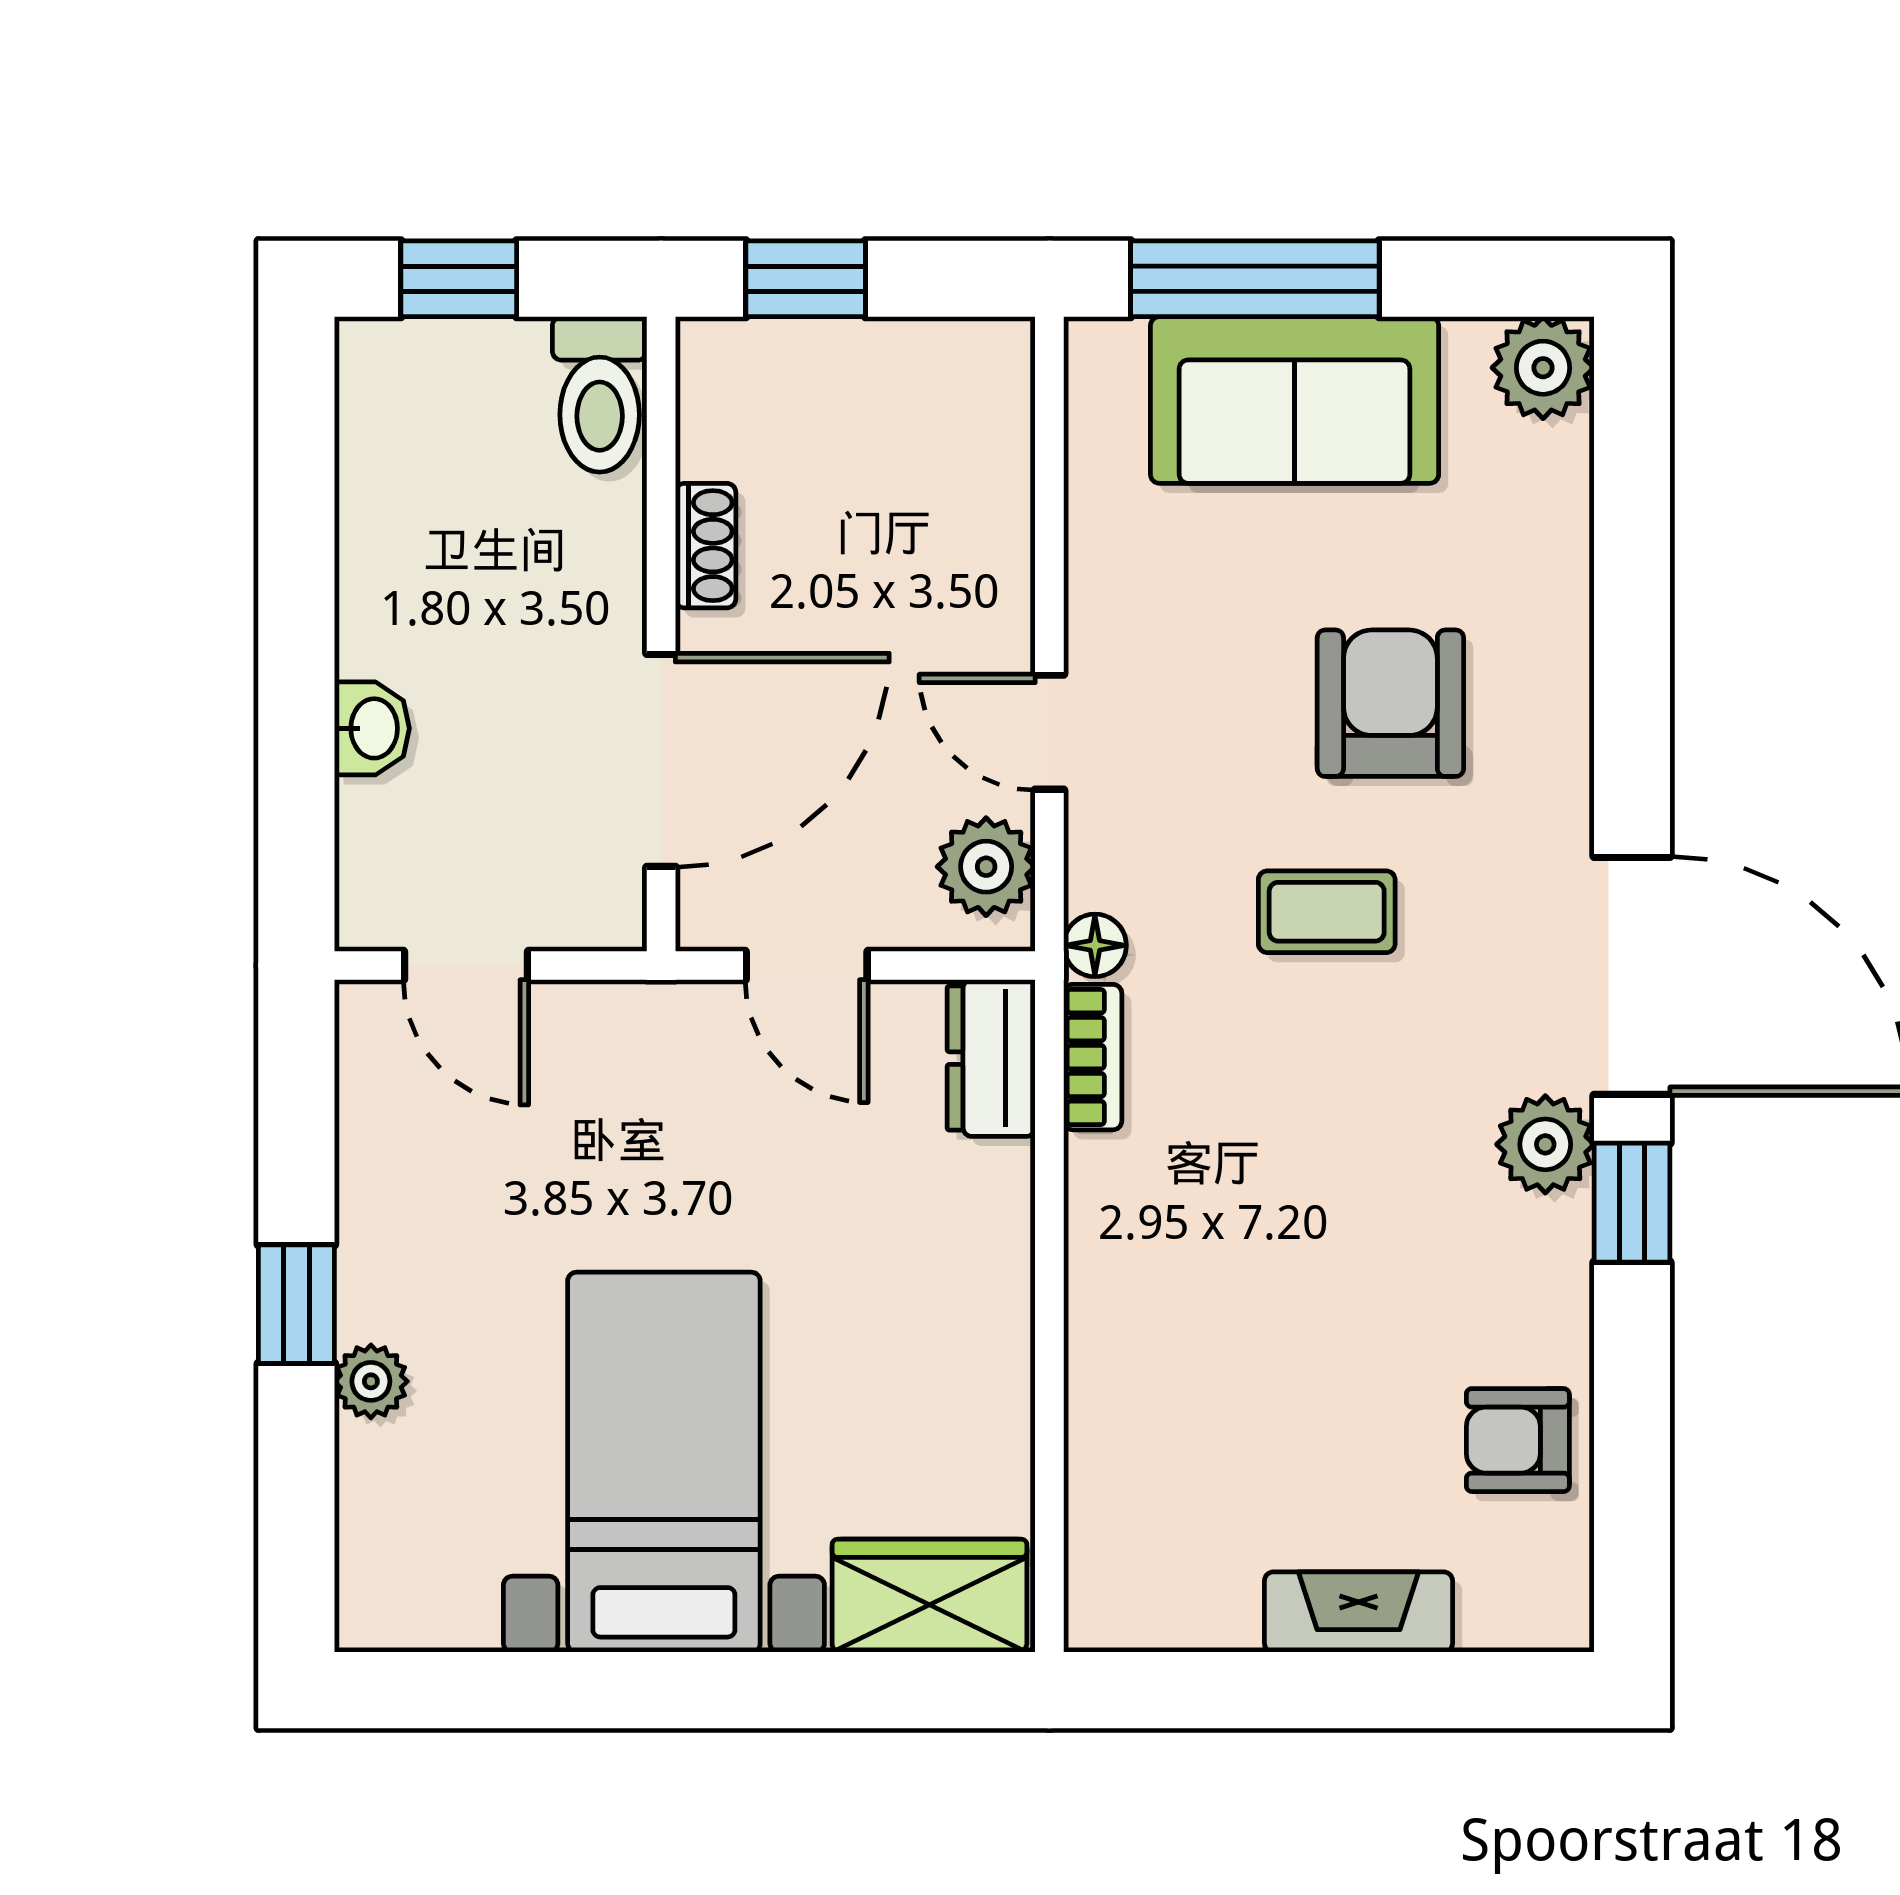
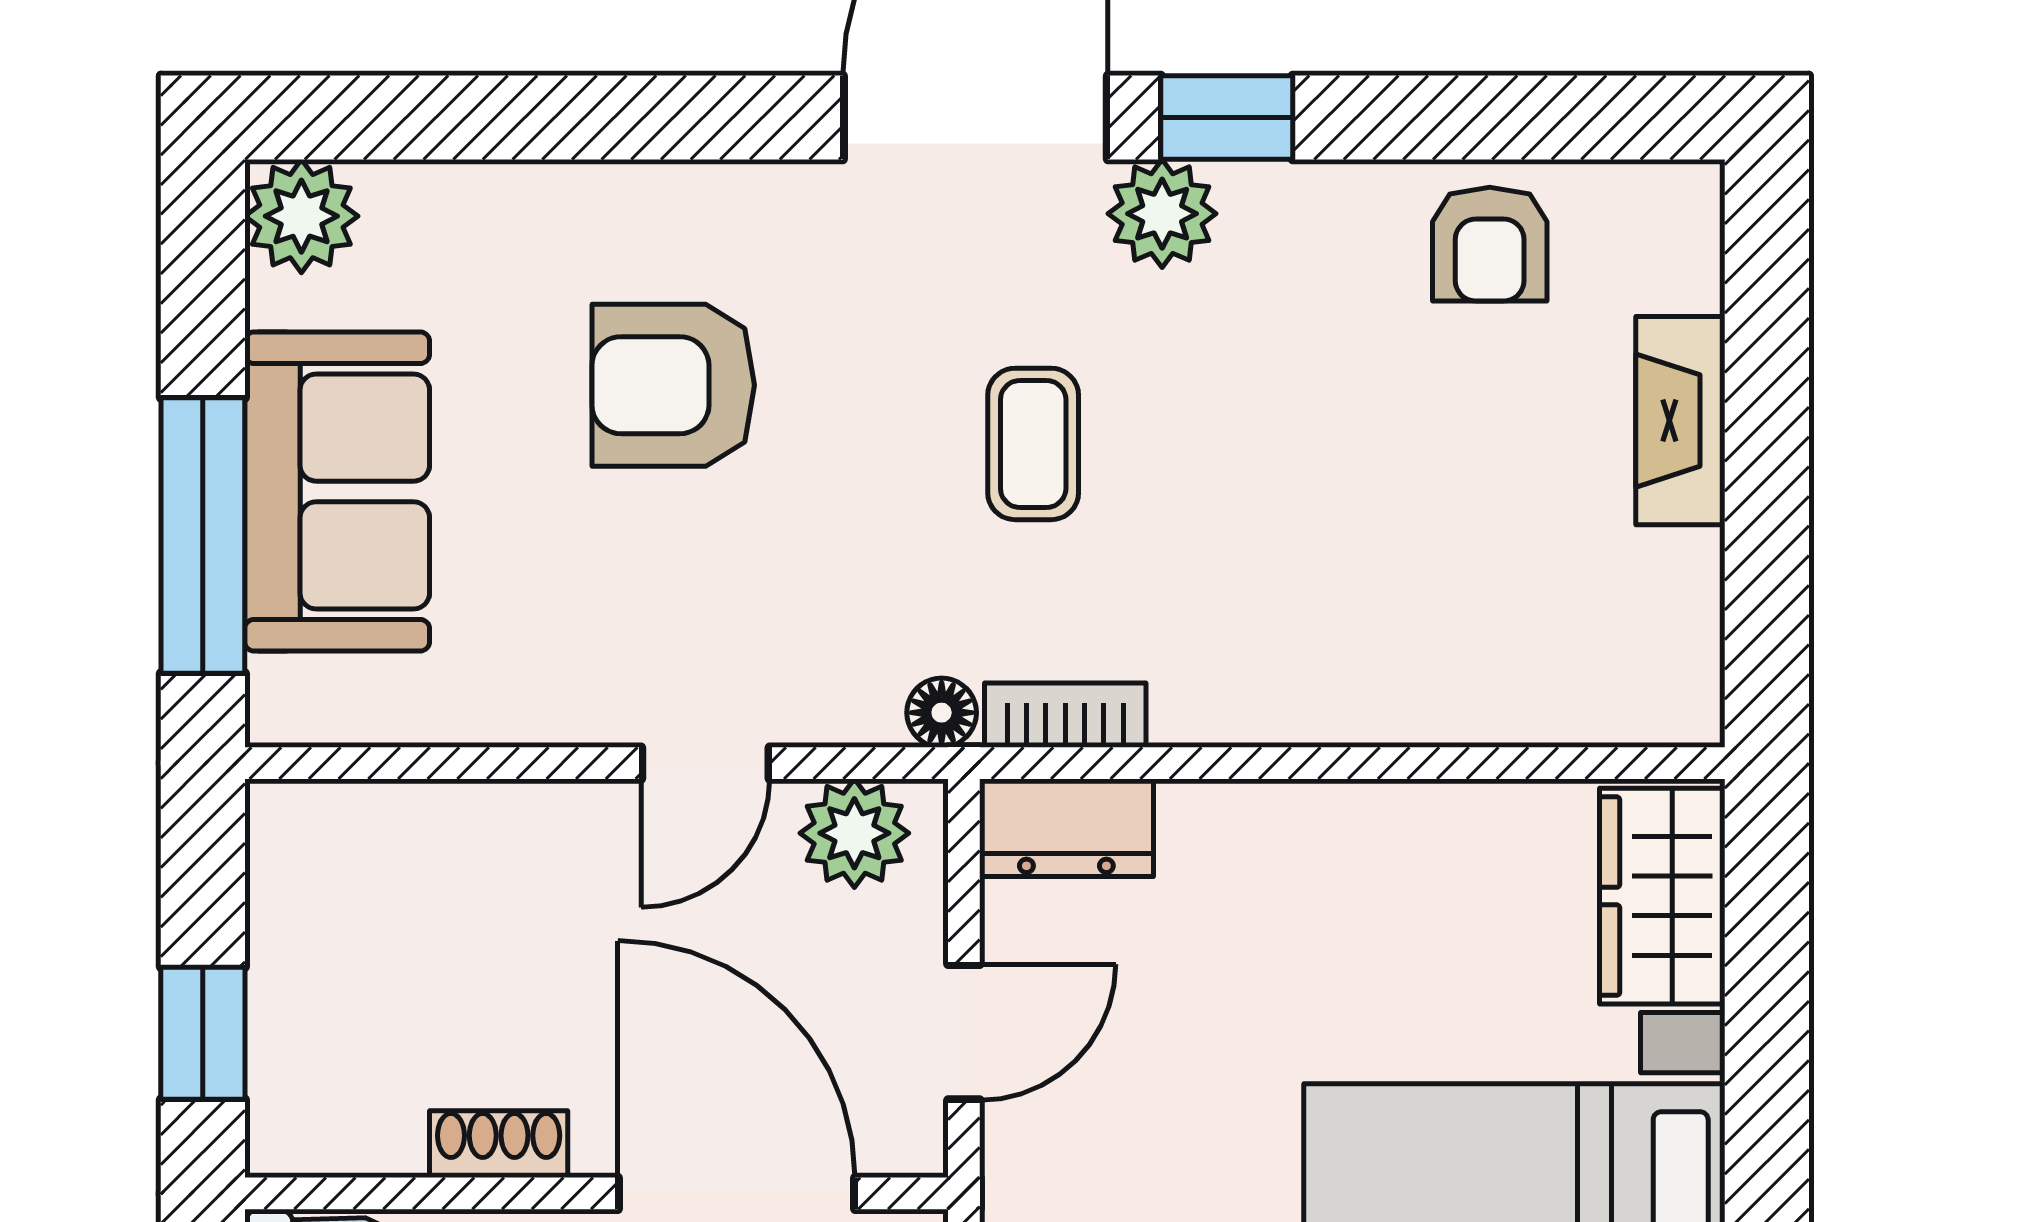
coffee table: (1327, 912) -> (1033, 444), moved

